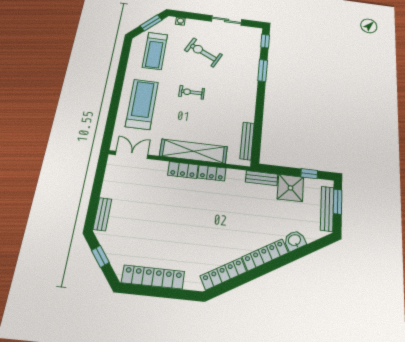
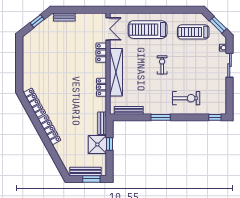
sliding door: (227, 20) -> (230, 65), moved
exercise bike: (203, 52) -> (186, 98), moved, turned 64
window: (263, 71) -> (161, 117), moved
treadmill: (142, 104) -> (148, 30), turned 180
locker: (183, 170) -> (101, 53), moved
window: (309, 174) -> (110, 144), moved
washbasin: (295, 241) -> (61, 149), removed
locker: (153, 277) -> (28, 57), removed

